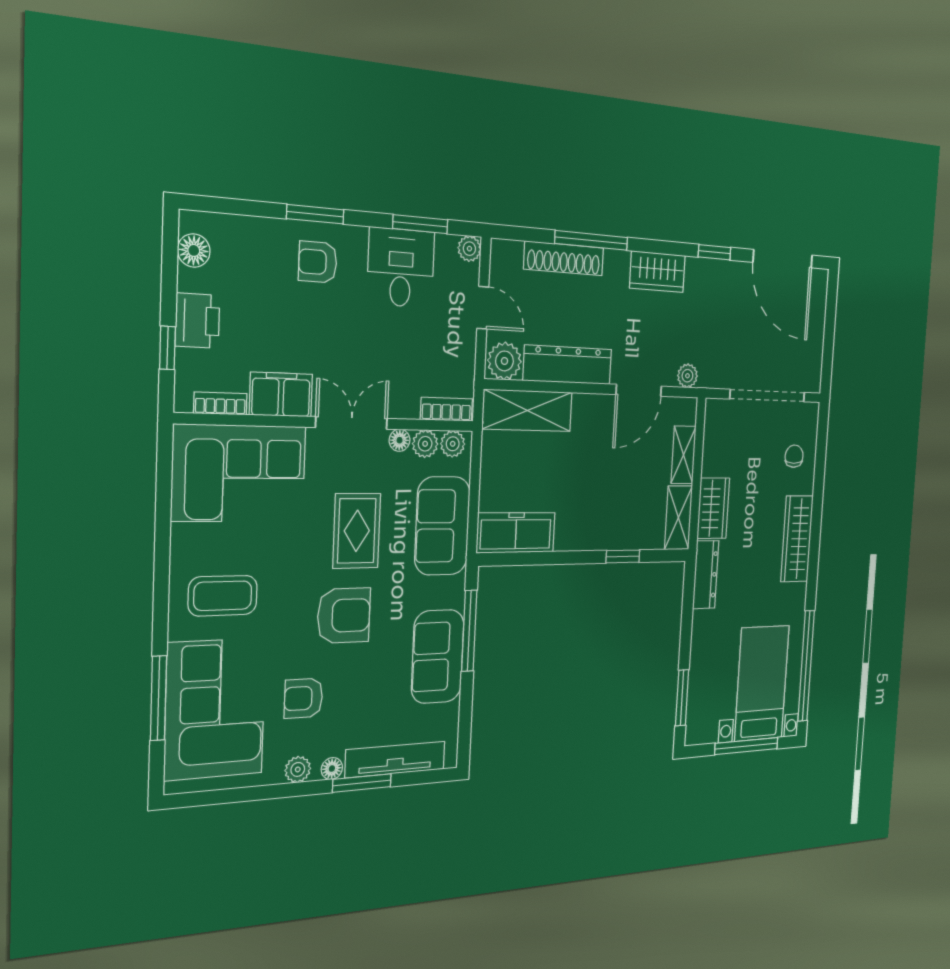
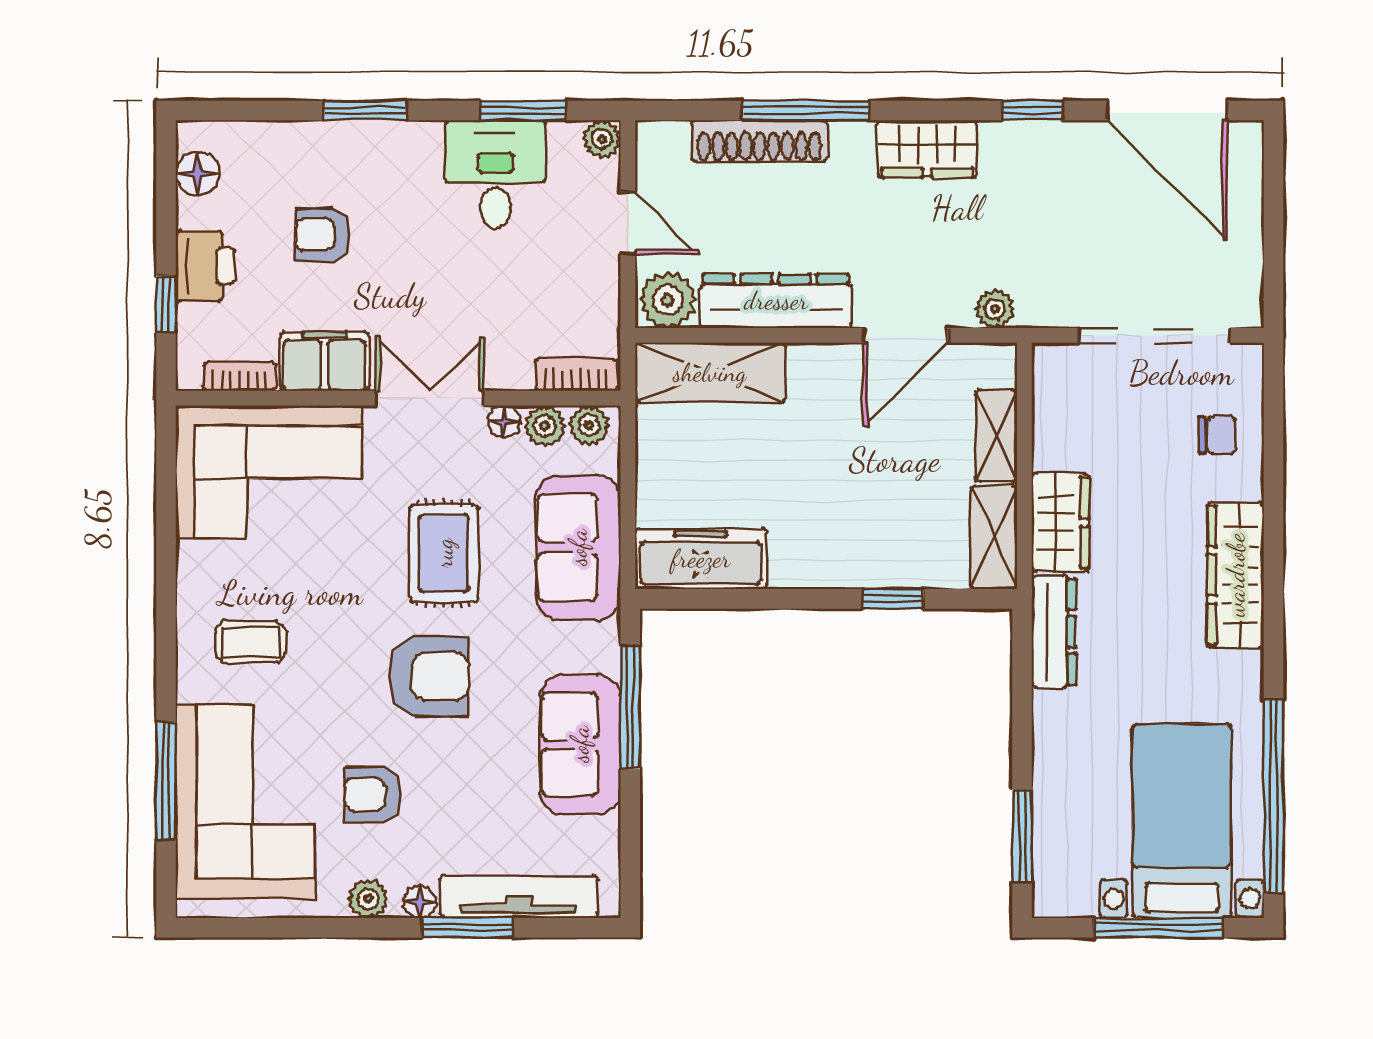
armchair: (318, 262) -> (322, 235), moved
chair: (794, 456) -> (1217, 435), turned 90
coffee table: (223, 596) -> (251, 642), width x0.73, depth x0.77

